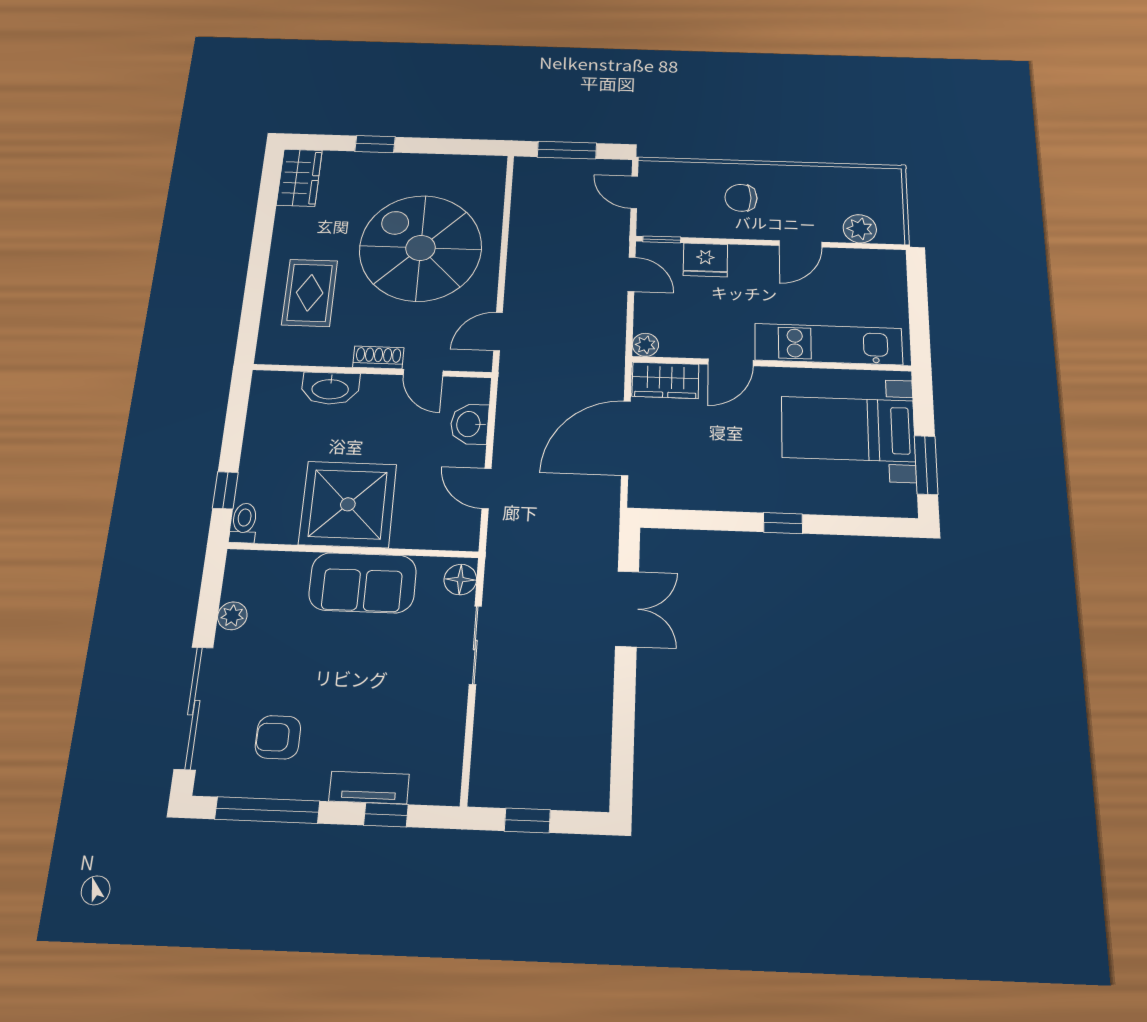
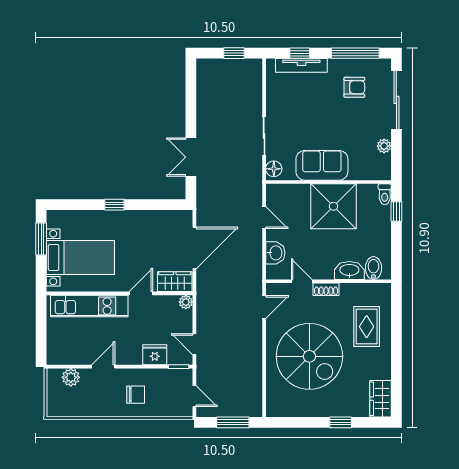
bidet: (284, 391) -> (373, 268), added
tv unit: (369, 788) -> (301, 65), width x1.41

